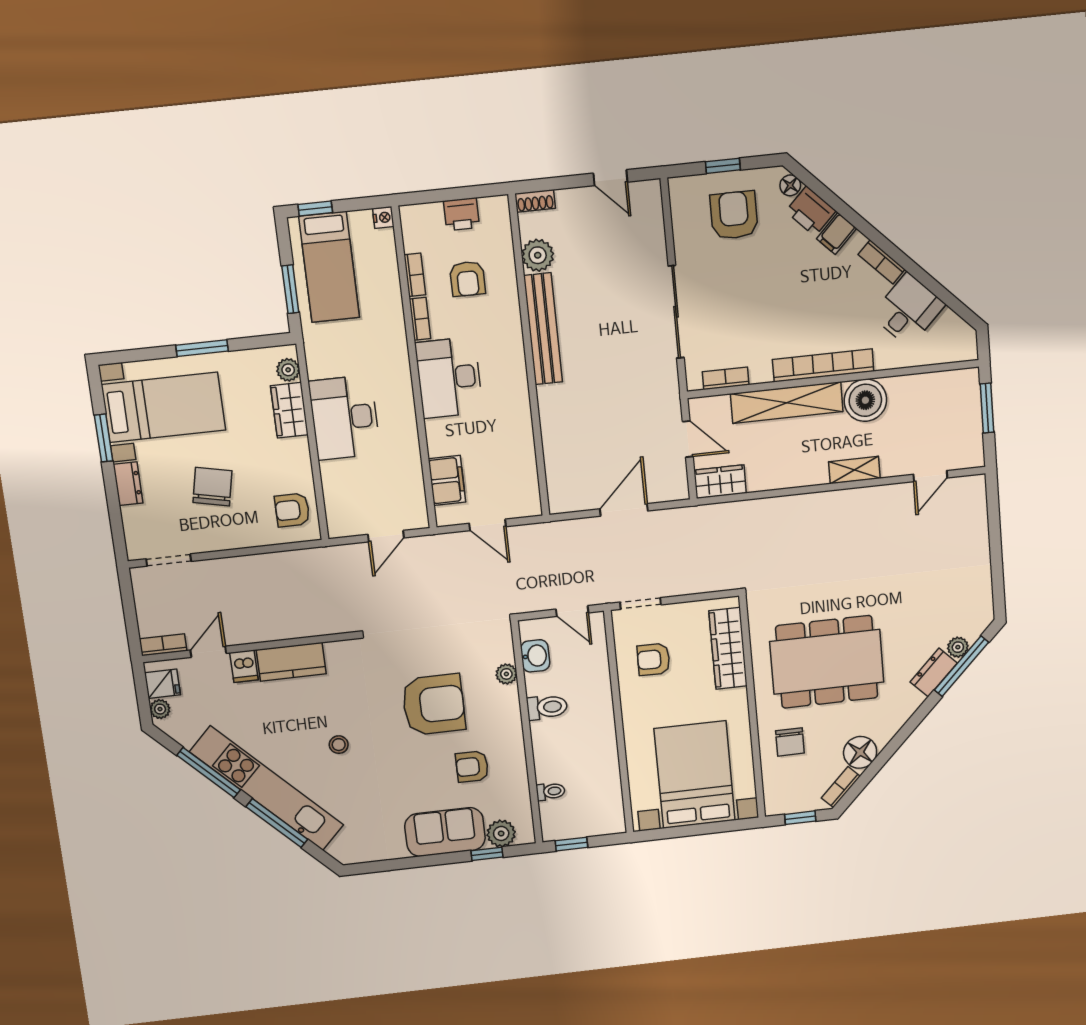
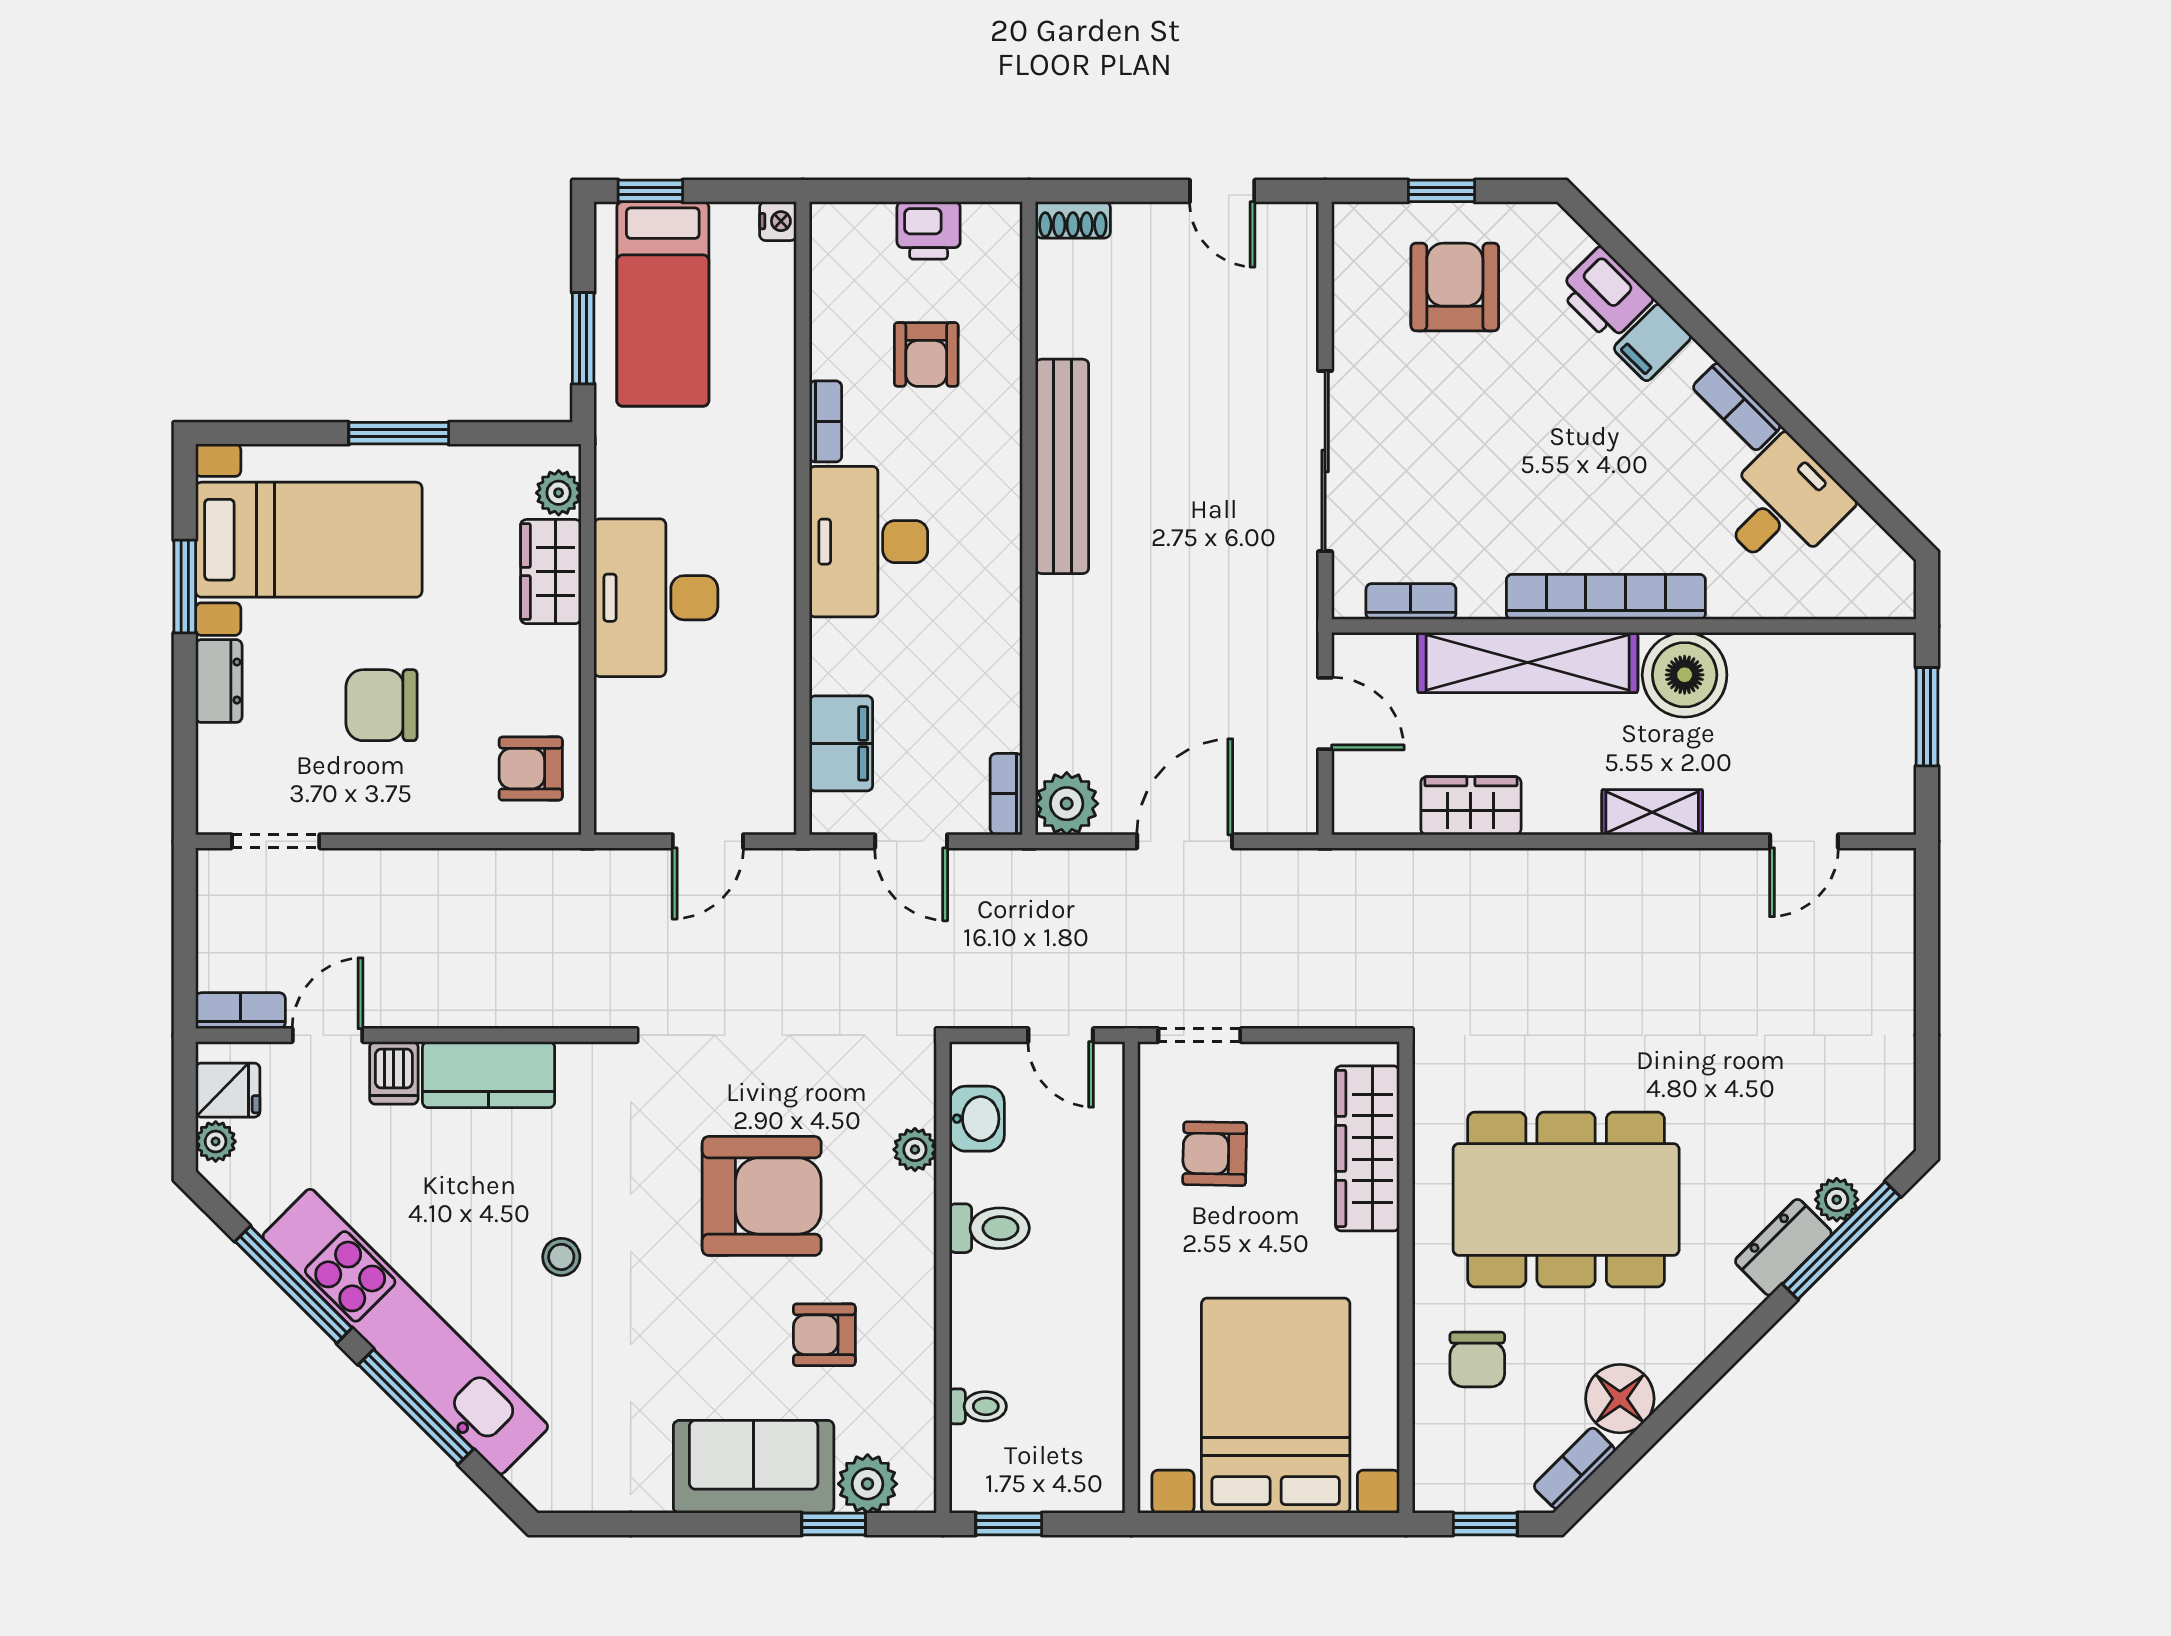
floor lamp: (790, 185) -> (1569, 241), removed
plant: (538, 255) -> (1067, 804), moved
bookcase: (415, 275) -> (1006, 794), moved, turned 180
wardrobe: (720, 482) -> (1471, 806), moved
chair: (212, 487) -> (382, 705), turned -102

